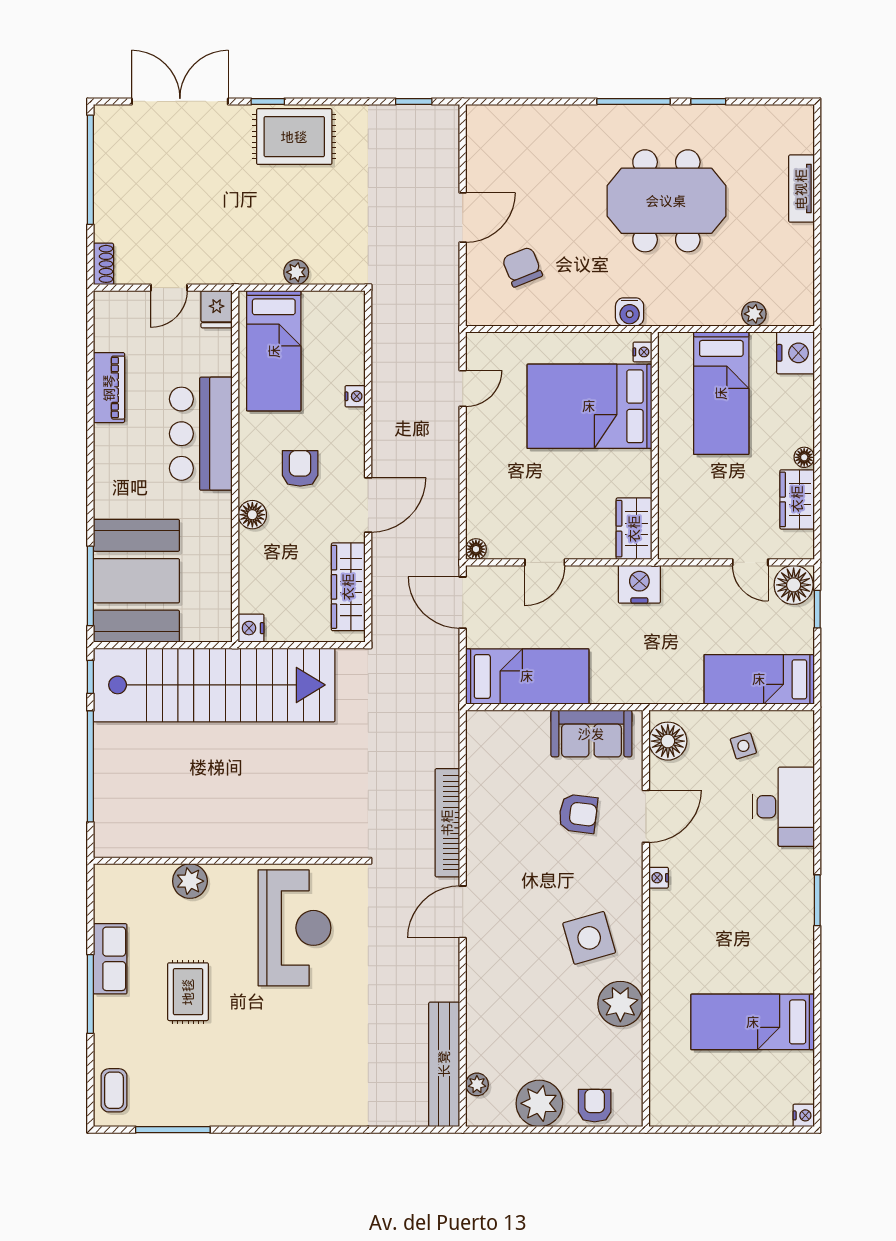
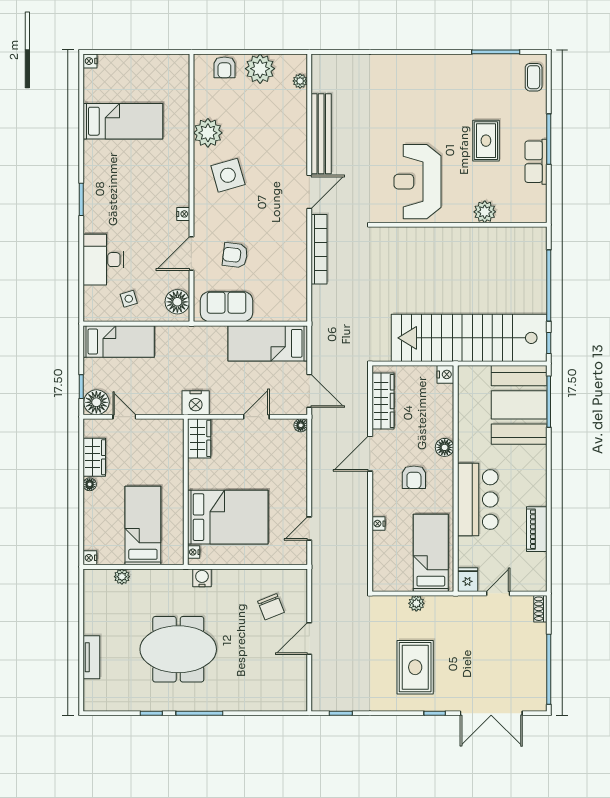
rug: (294, 137) -> (415, 667), moved, turned 90
nightstand: (795, 353) -> (90, 558), width x0.53, depth x0.56
bench: (444, 1064) -> (321, 134), moved

